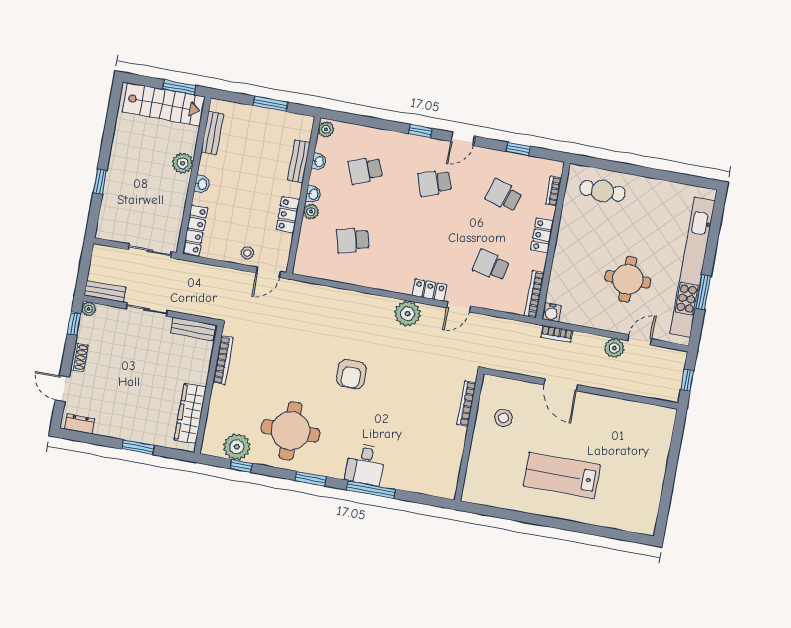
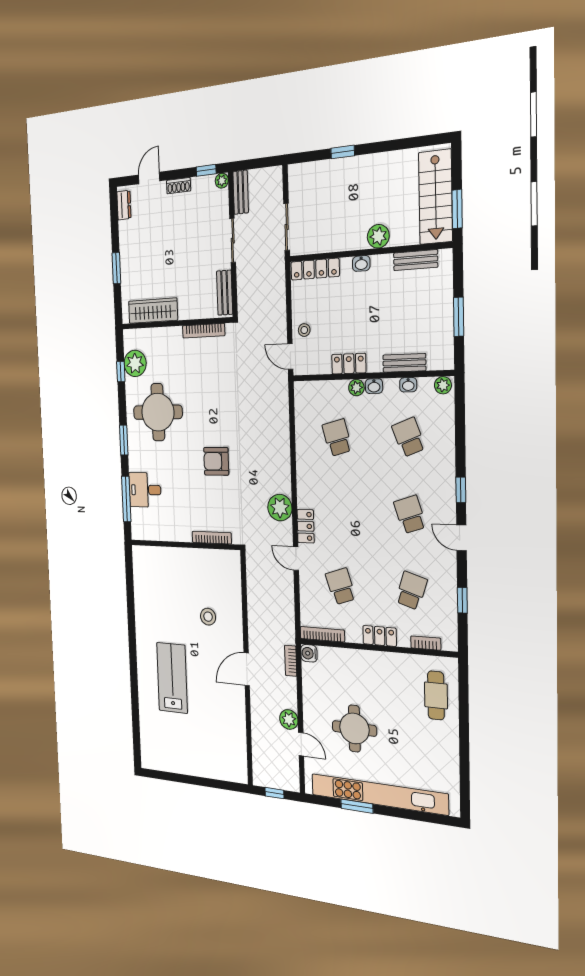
school desk: (491, 265) -> (341, 586), turned -30
bookcase: (467, 403) -> (212, 538), moved
wall: (469, 437) -> (185, 545), moved

